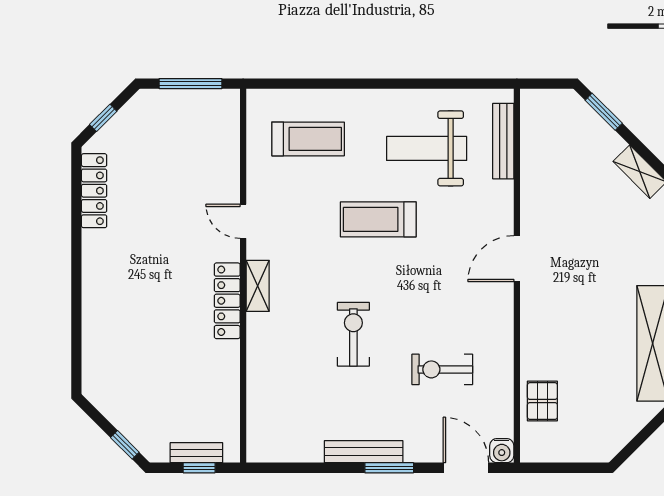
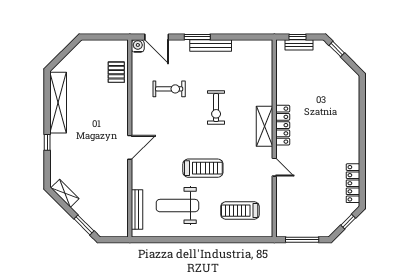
weight bench: (427, 148) -> (177, 206), turned 180
shelving: (258, 286) -> (265, 126), width x1.50, depth x1.33

